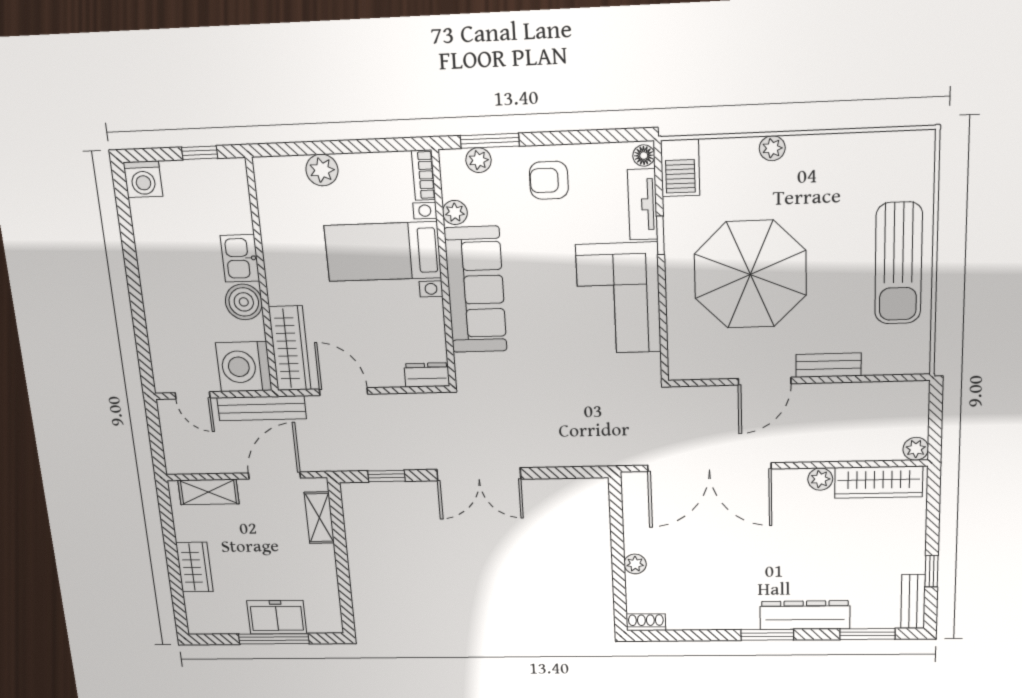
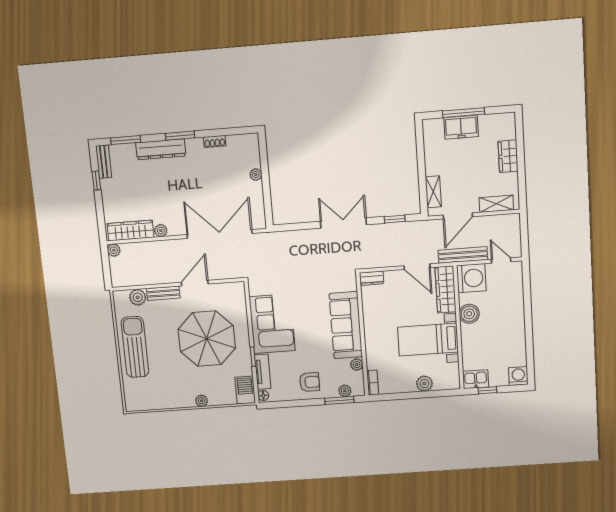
bed with nightstands: (383, 252) -> (428, 340), moved, turned 180
kitchen sink: (240, 258) -> (476, 379), moved, turned -90
plant: (880, 360) -> (138, 297), added
shoe rack: (646, 622) -> (215, 141), moved

